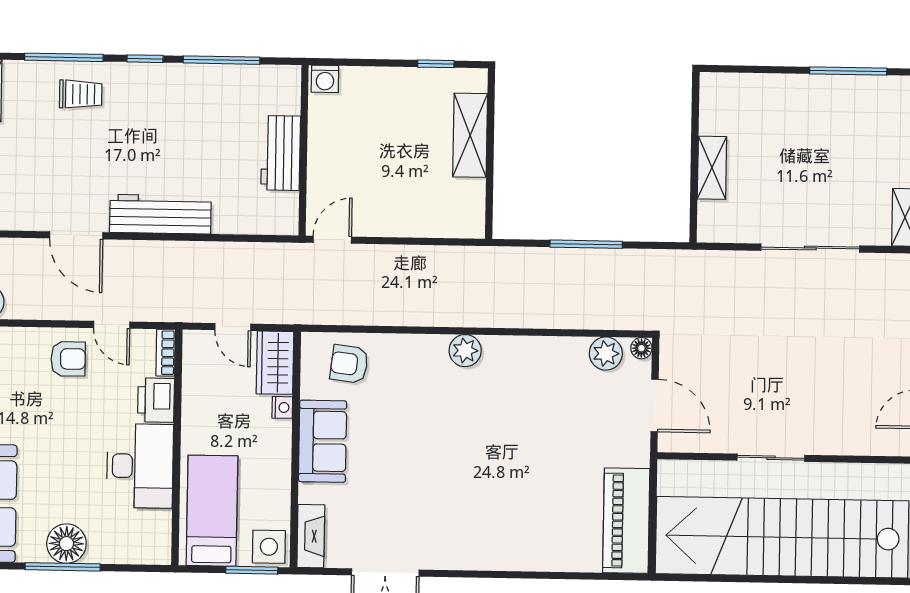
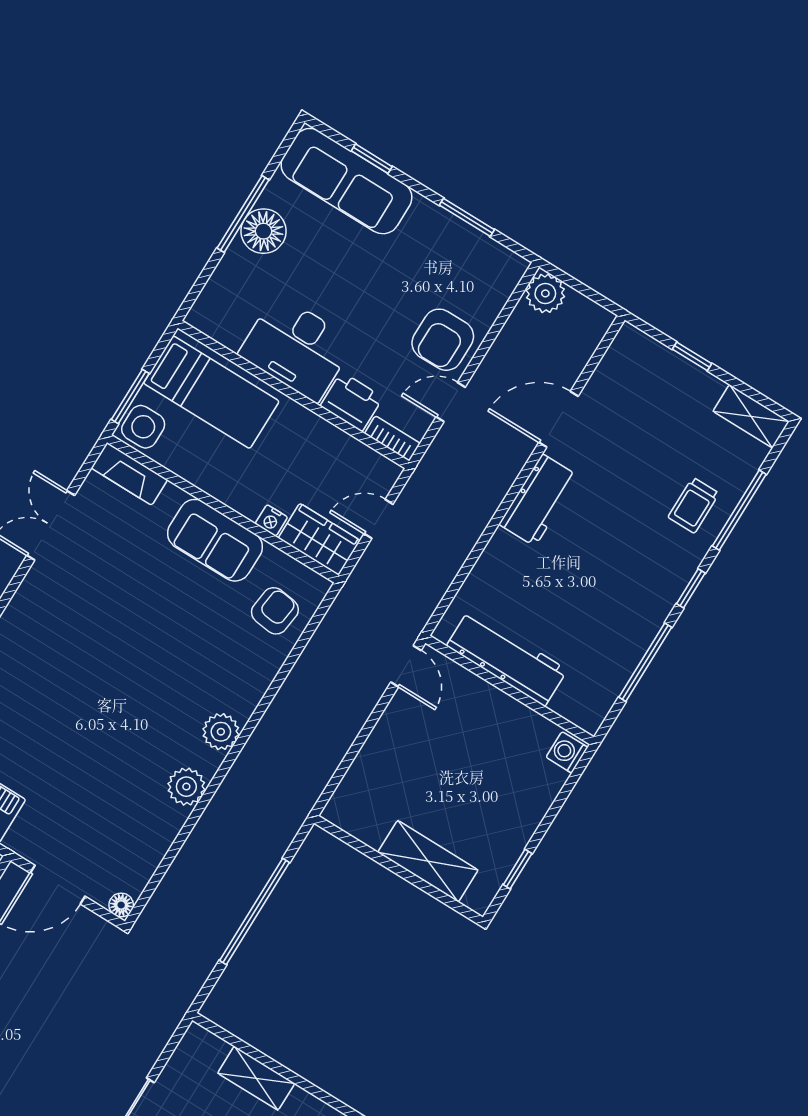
workbench: (281, 153) -> (507, 658), width x1.38
workbench: (160, 214) -> (539, 500), width x0.73
window: (586, 244) -> (255, 911), width x1.46
plant: (606, 353) -> (186, 787), moved
armchair: (68, 359) -> (443, 340), width x1.38, depth x1.38

